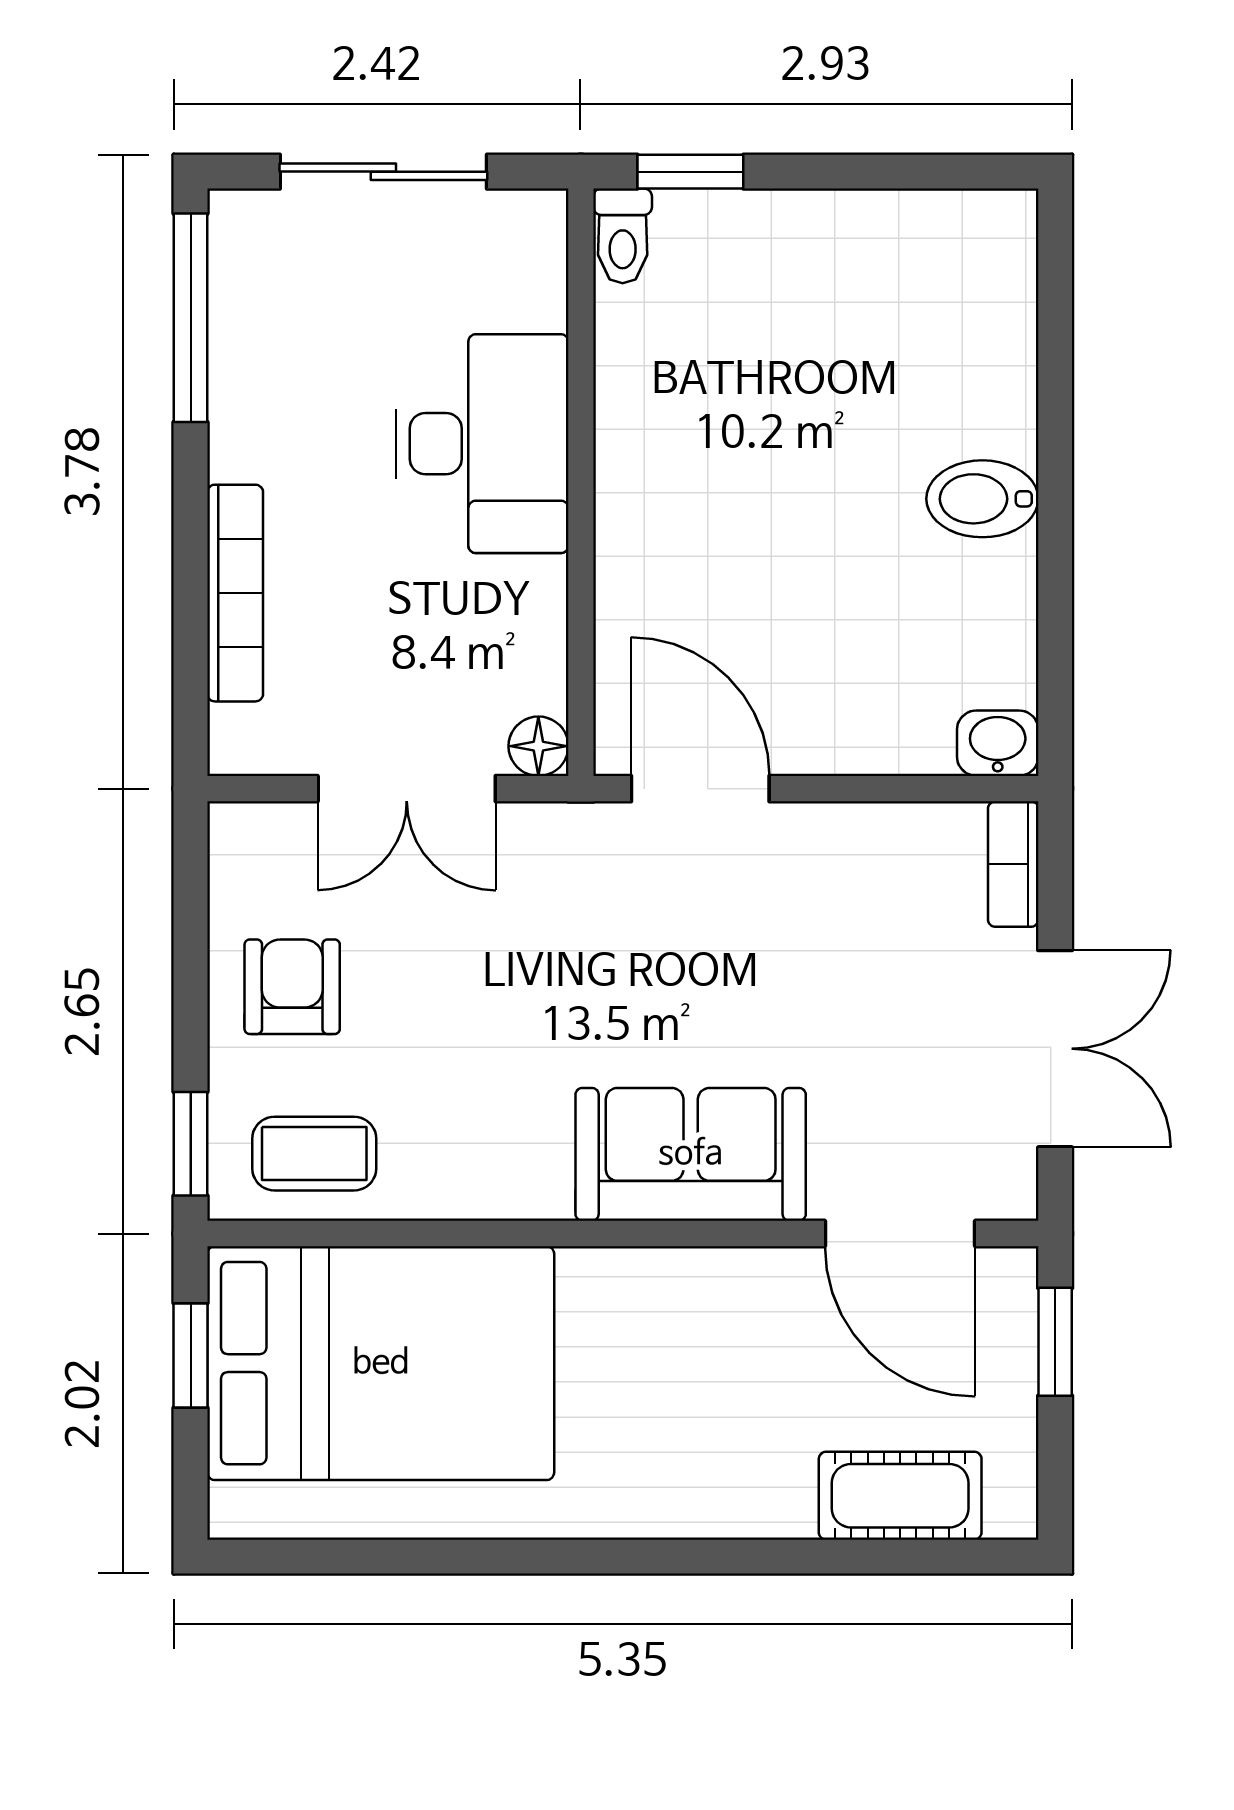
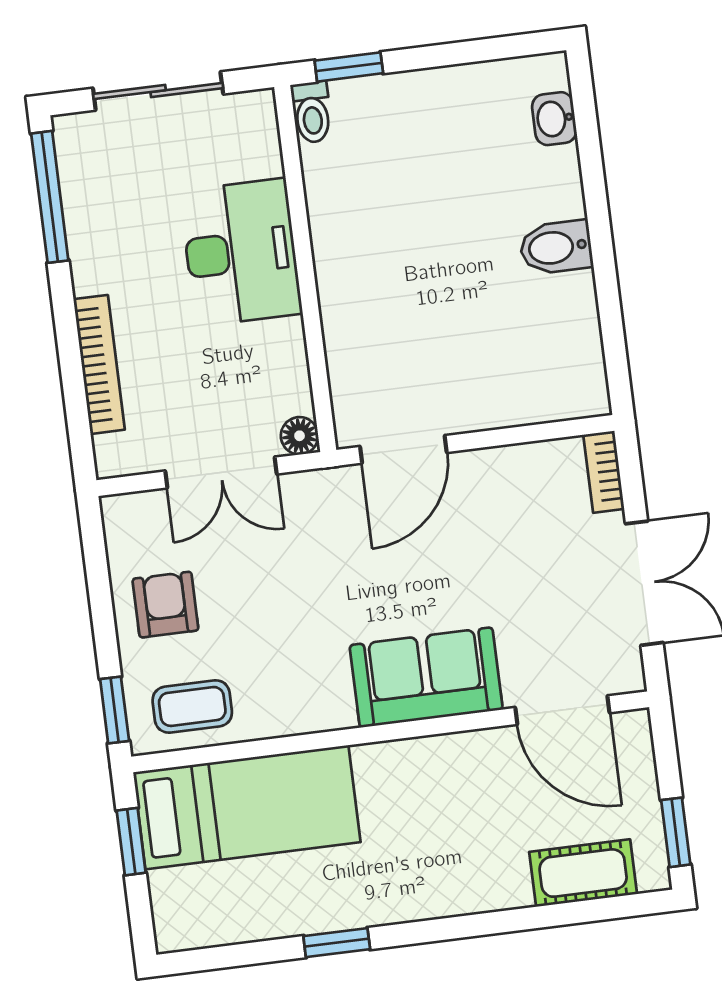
washbasin: (998, 743) -> (554, 119), moved, turned -90
door: (700, 789) -> (403, 449), swing flipped
window: (1055, 1342) -> (676, 832), moved
bed: (381, 1363) -> (247, 807), width x0.67
window: (496, 1557) -> (337, 943), added

